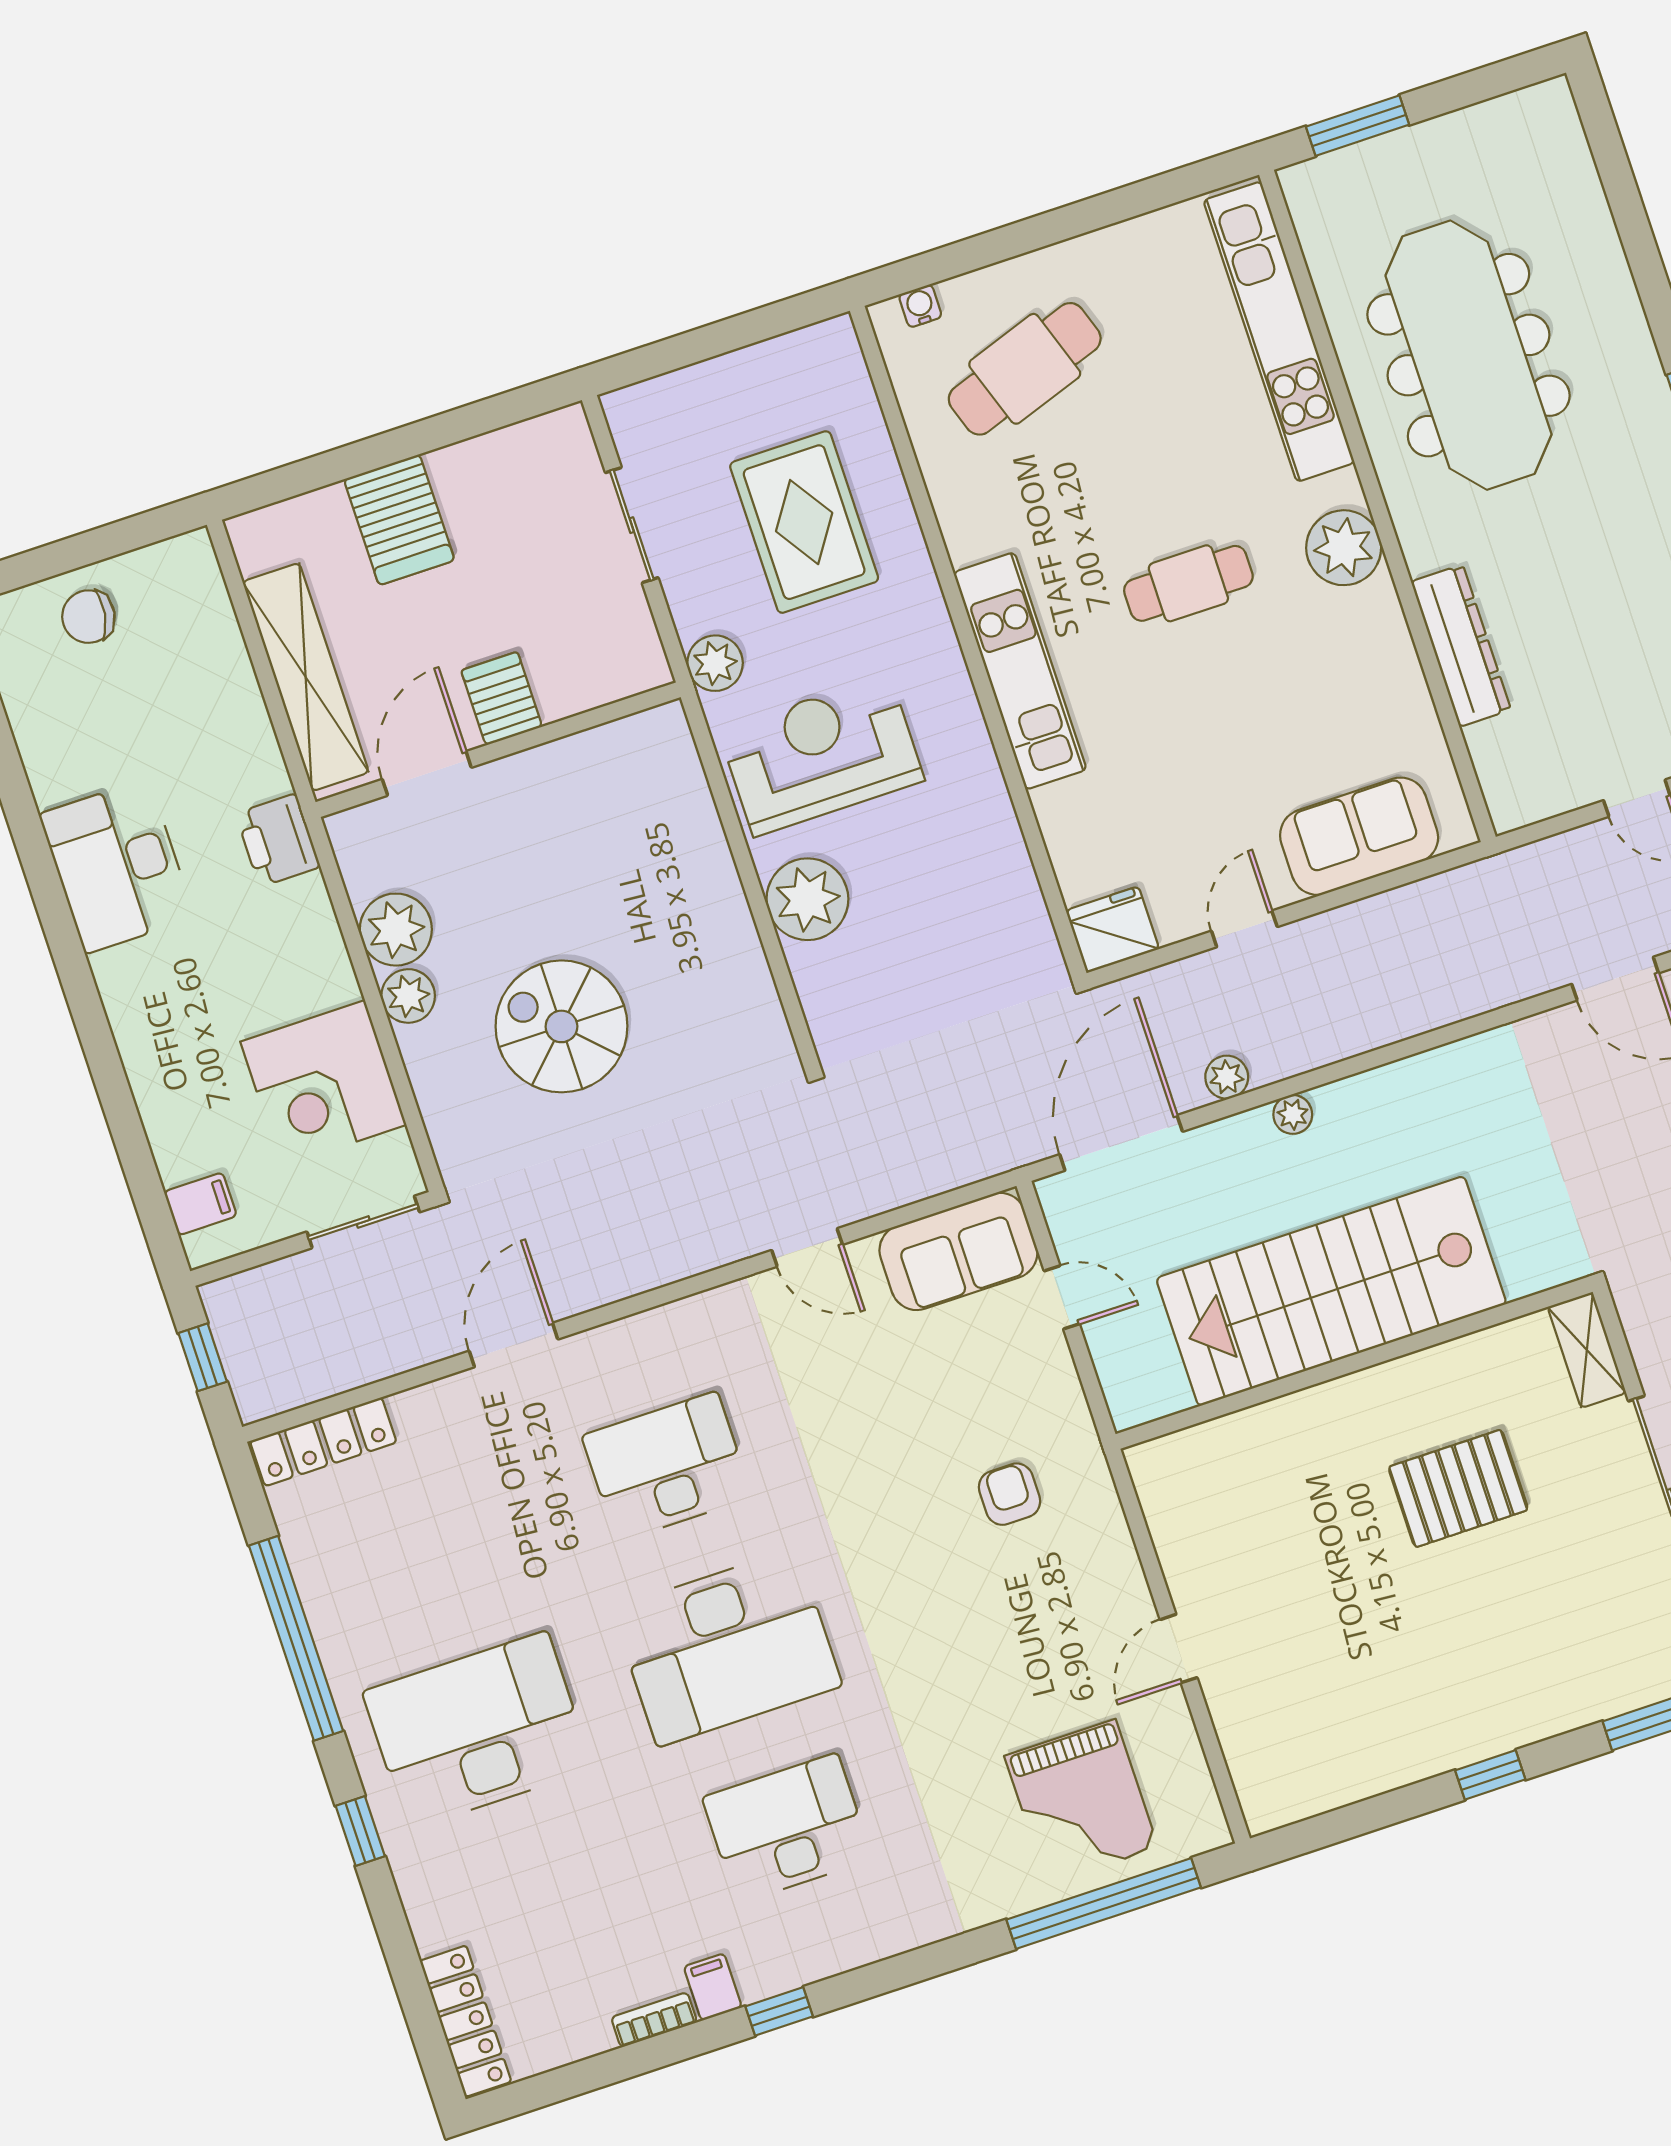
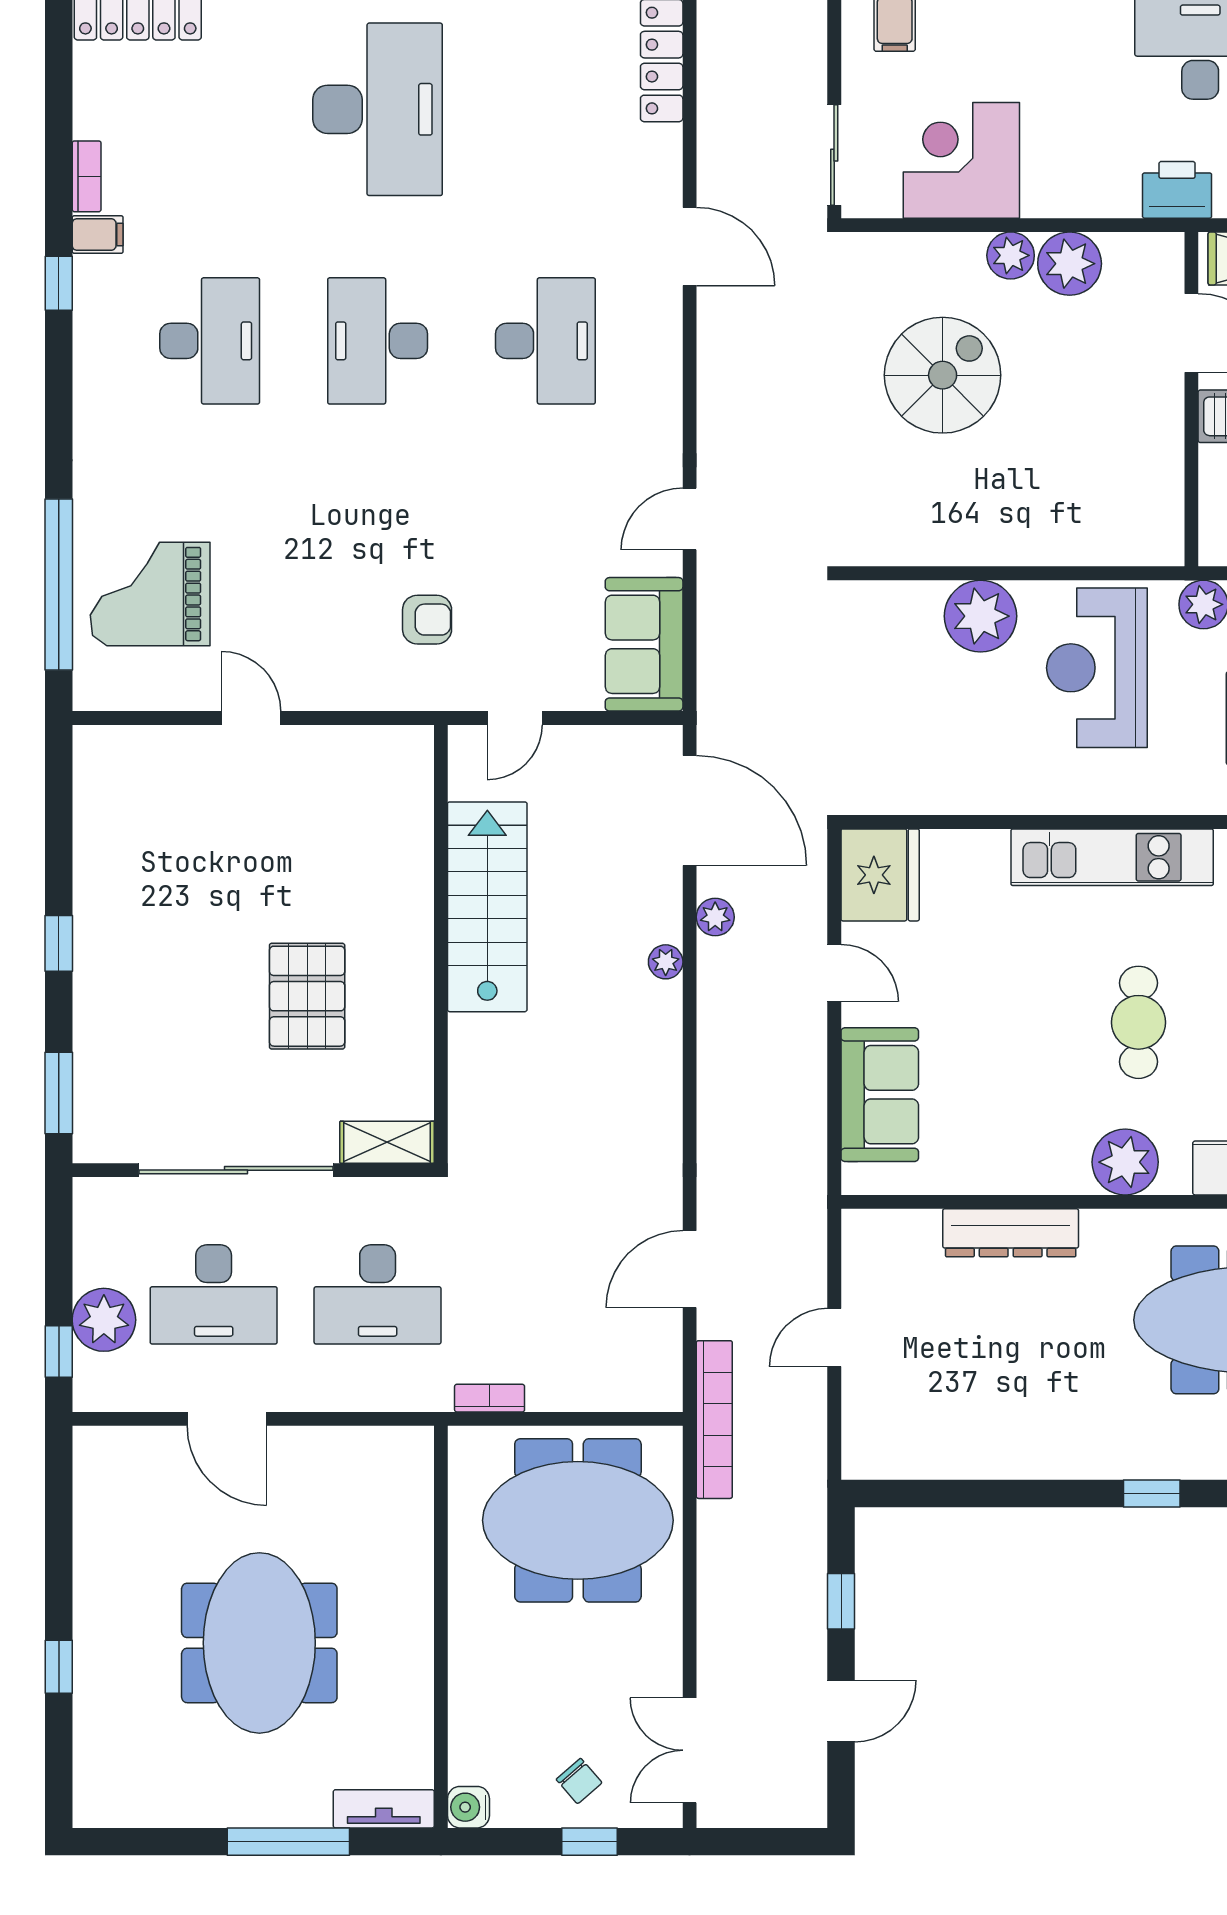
reception desk: (821, 755) -> (1097, 668), turned 180
fridge: (1113, 930) -> (880, 875), width x1.36, depth x1.34
stairs: (1331, 1291) -> (487, 907), width x0.73, depth x0.66
door: (1062, 1297) -> (515, 718), moved
desk: (727, 1647) -> (378, 341), width x0.73, depth x0.77

